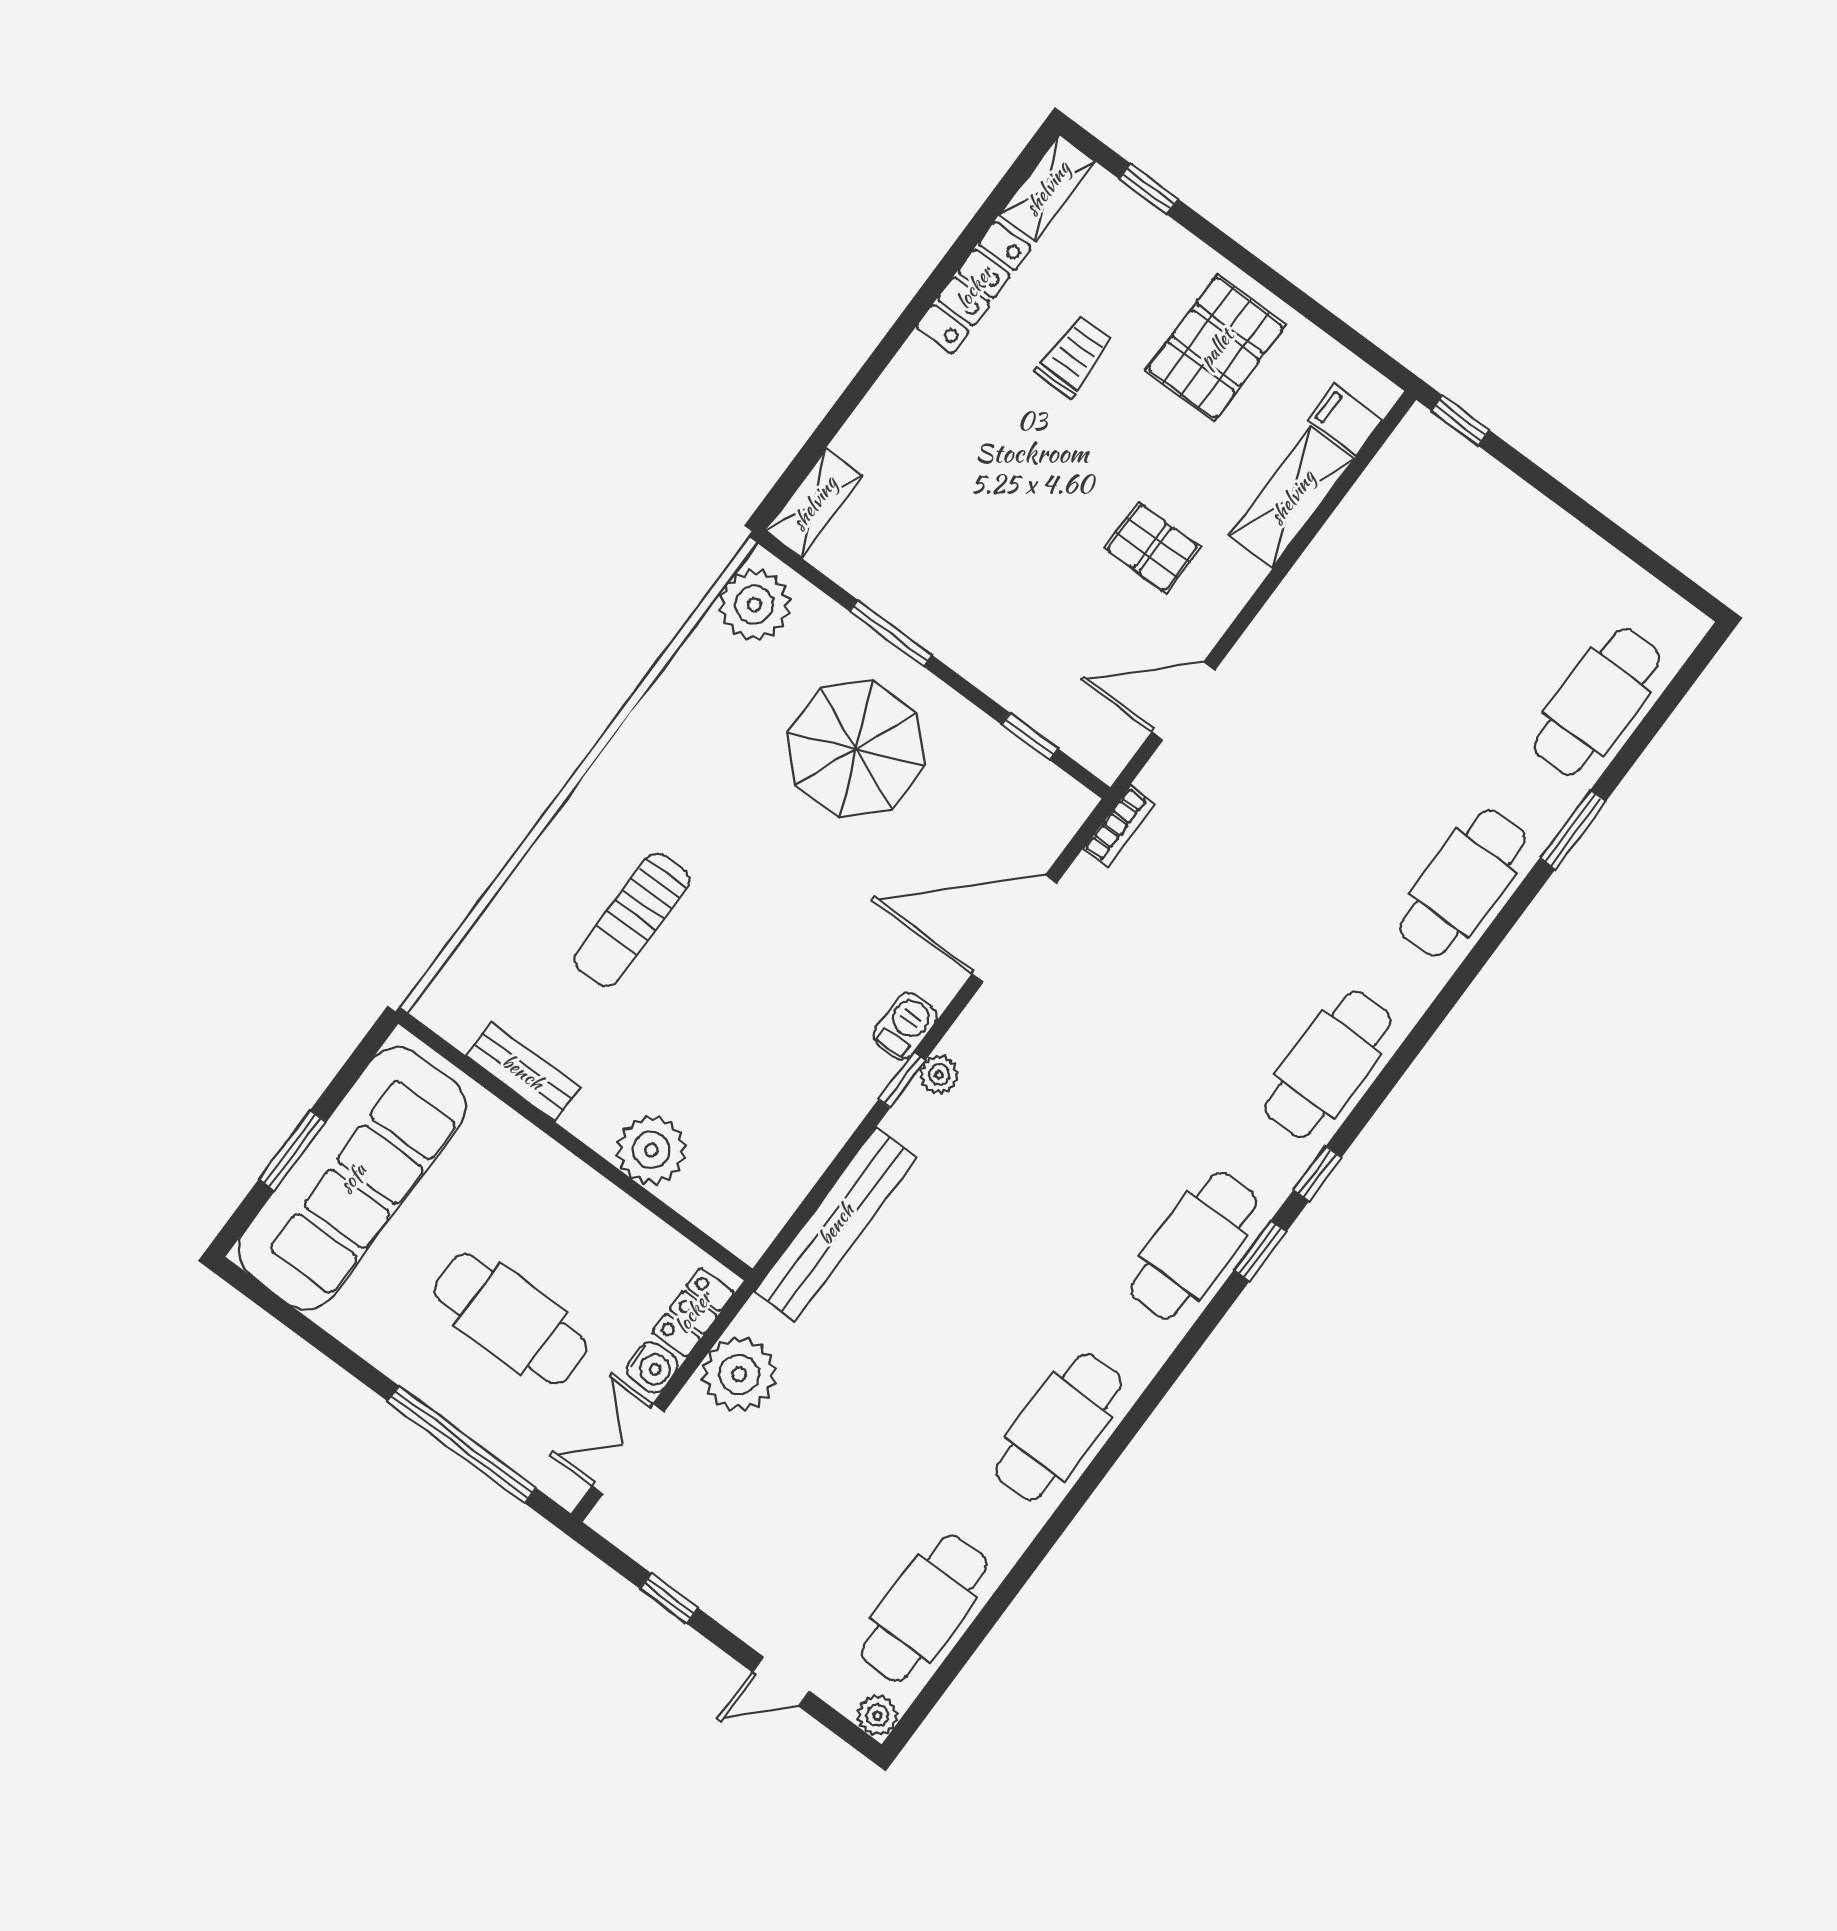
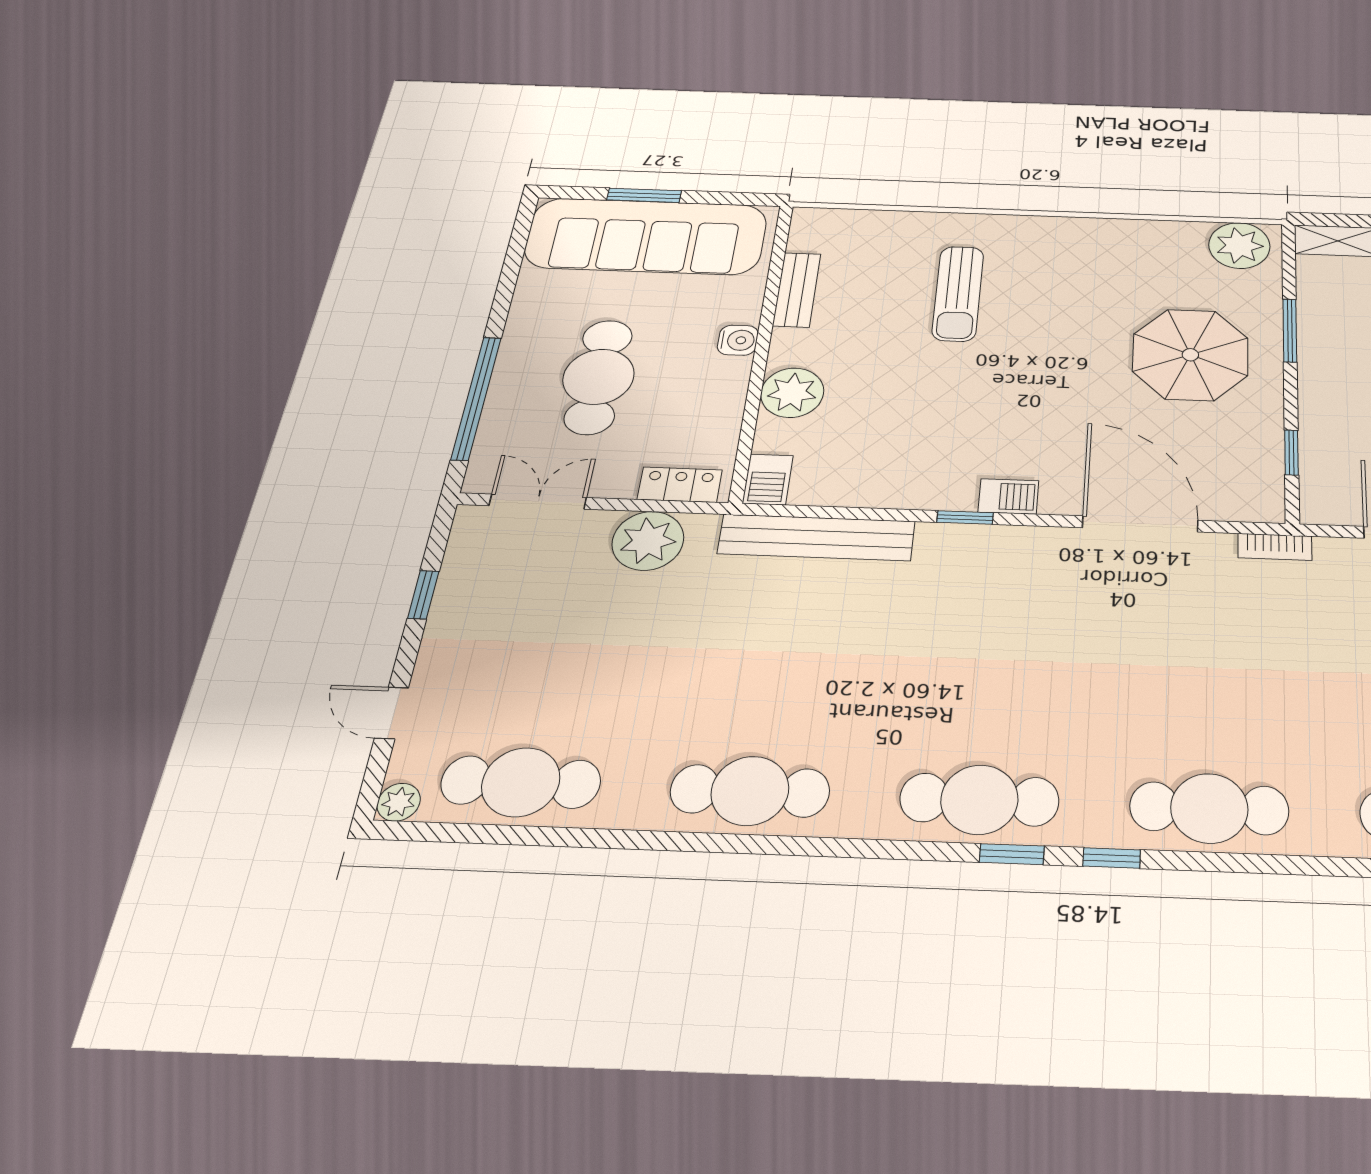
sun lounger: (632, 920) -> (958, 293), turned -90
plant: (939, 1075) -> (988, 539), removed
barbecue: (740, 1230) -> (768, 479), added
water cooler: (652, 1367) -> (738, 340), moved, turned -90

